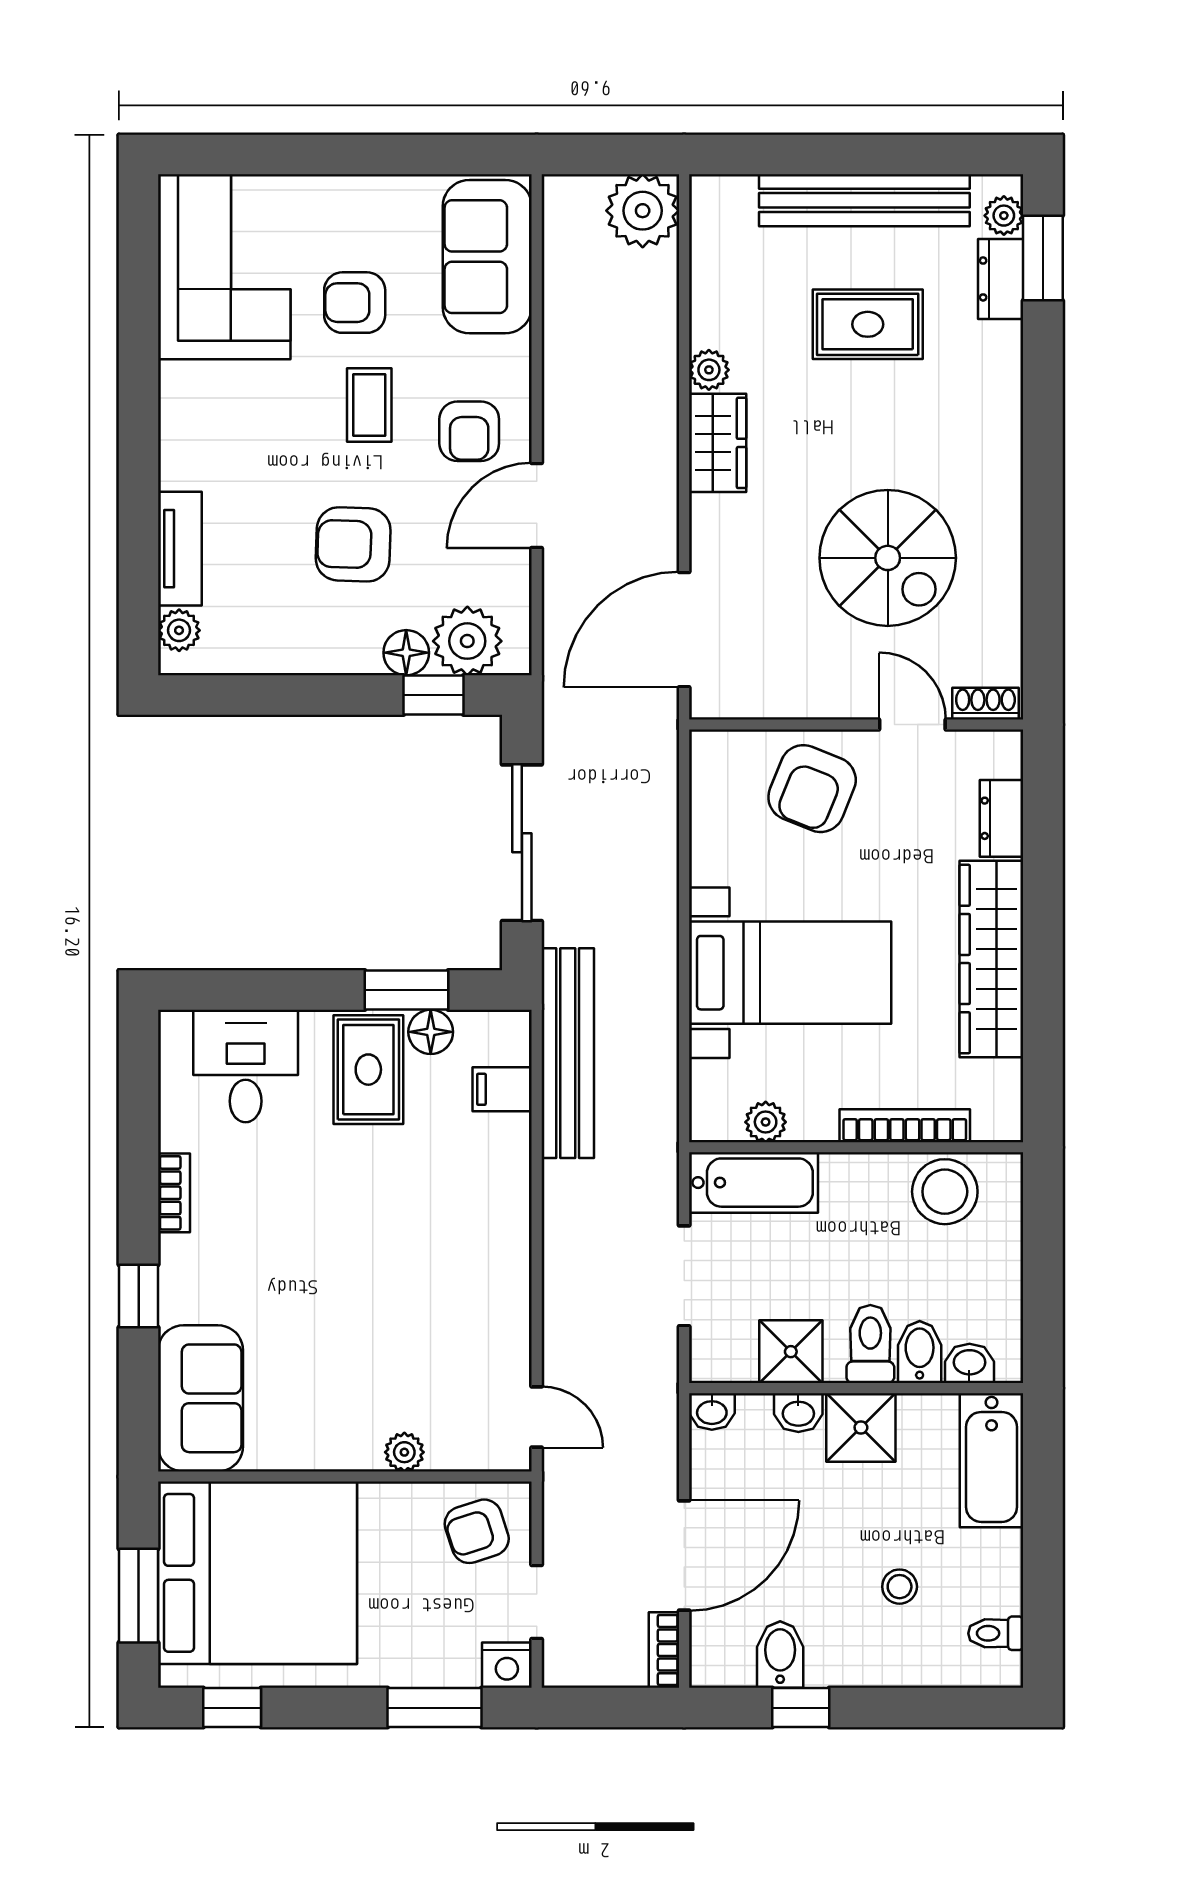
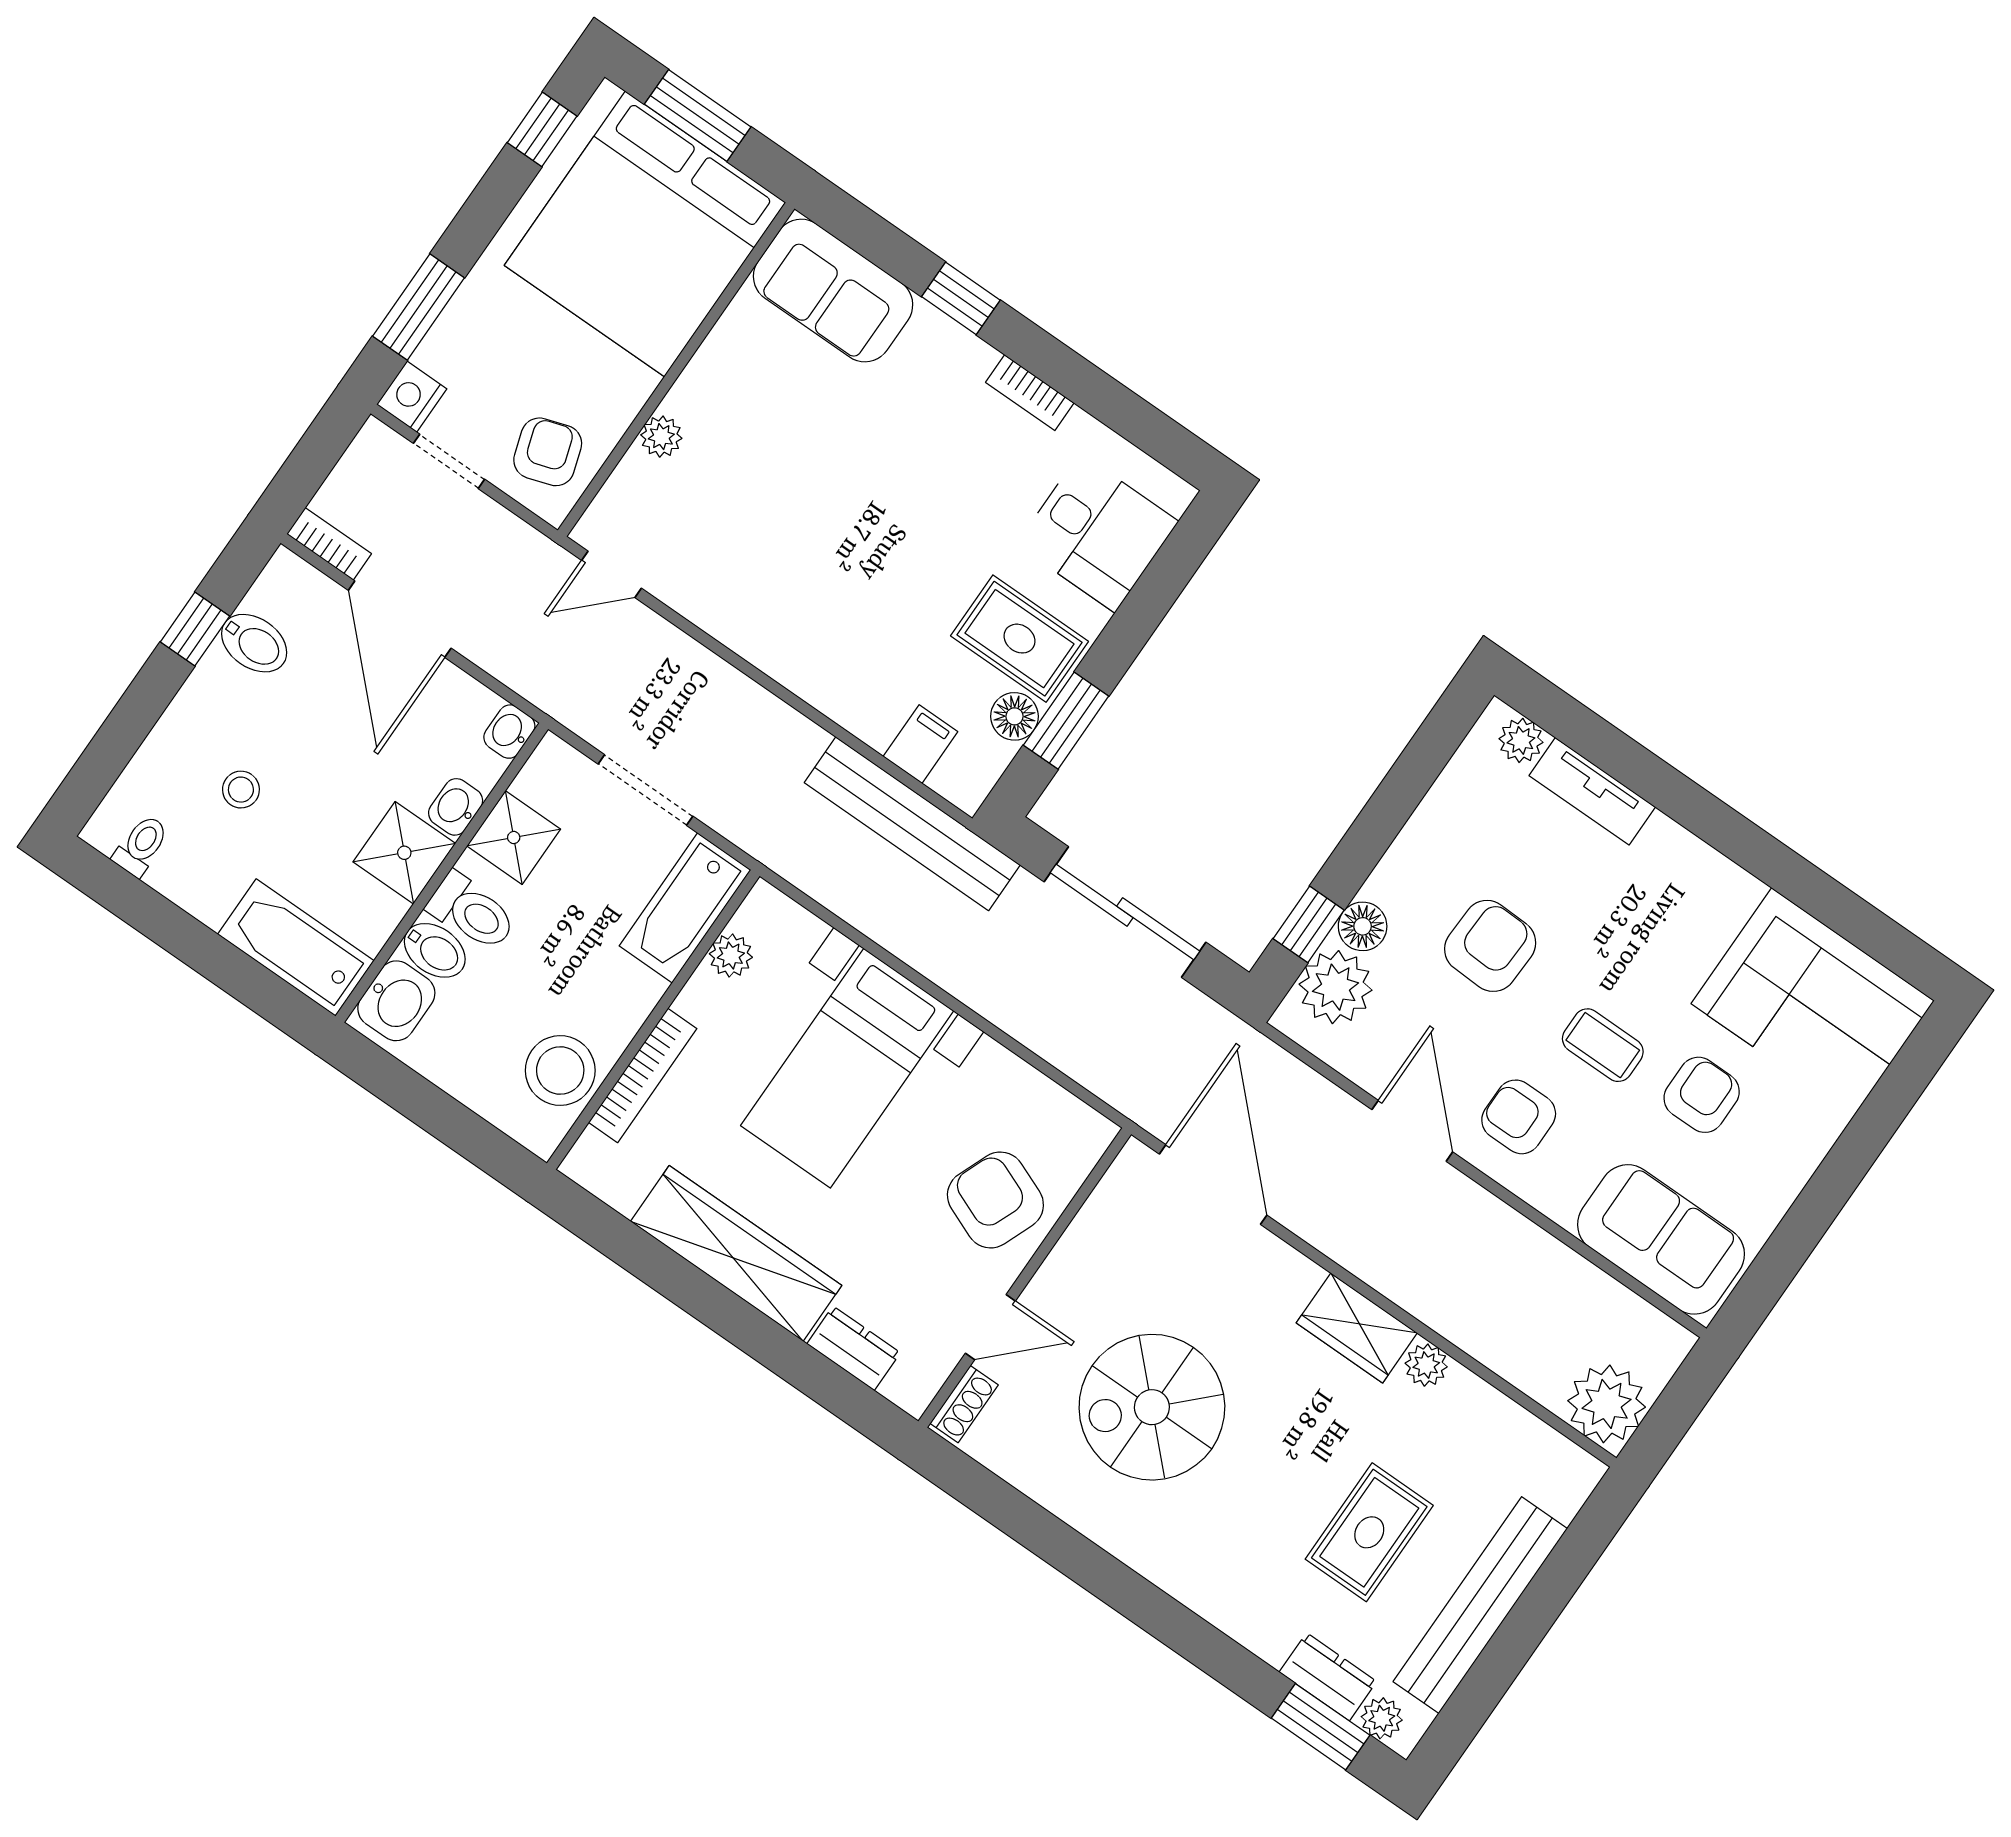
washbasin: (969, 1363) -> (396, 1001), width x1.38, depth x1.45

